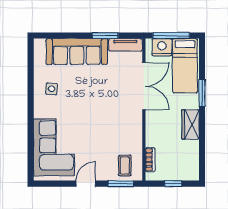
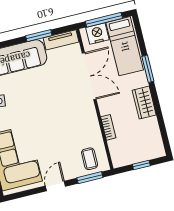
bookcase: (150, 160) -> (108, 127), moved

